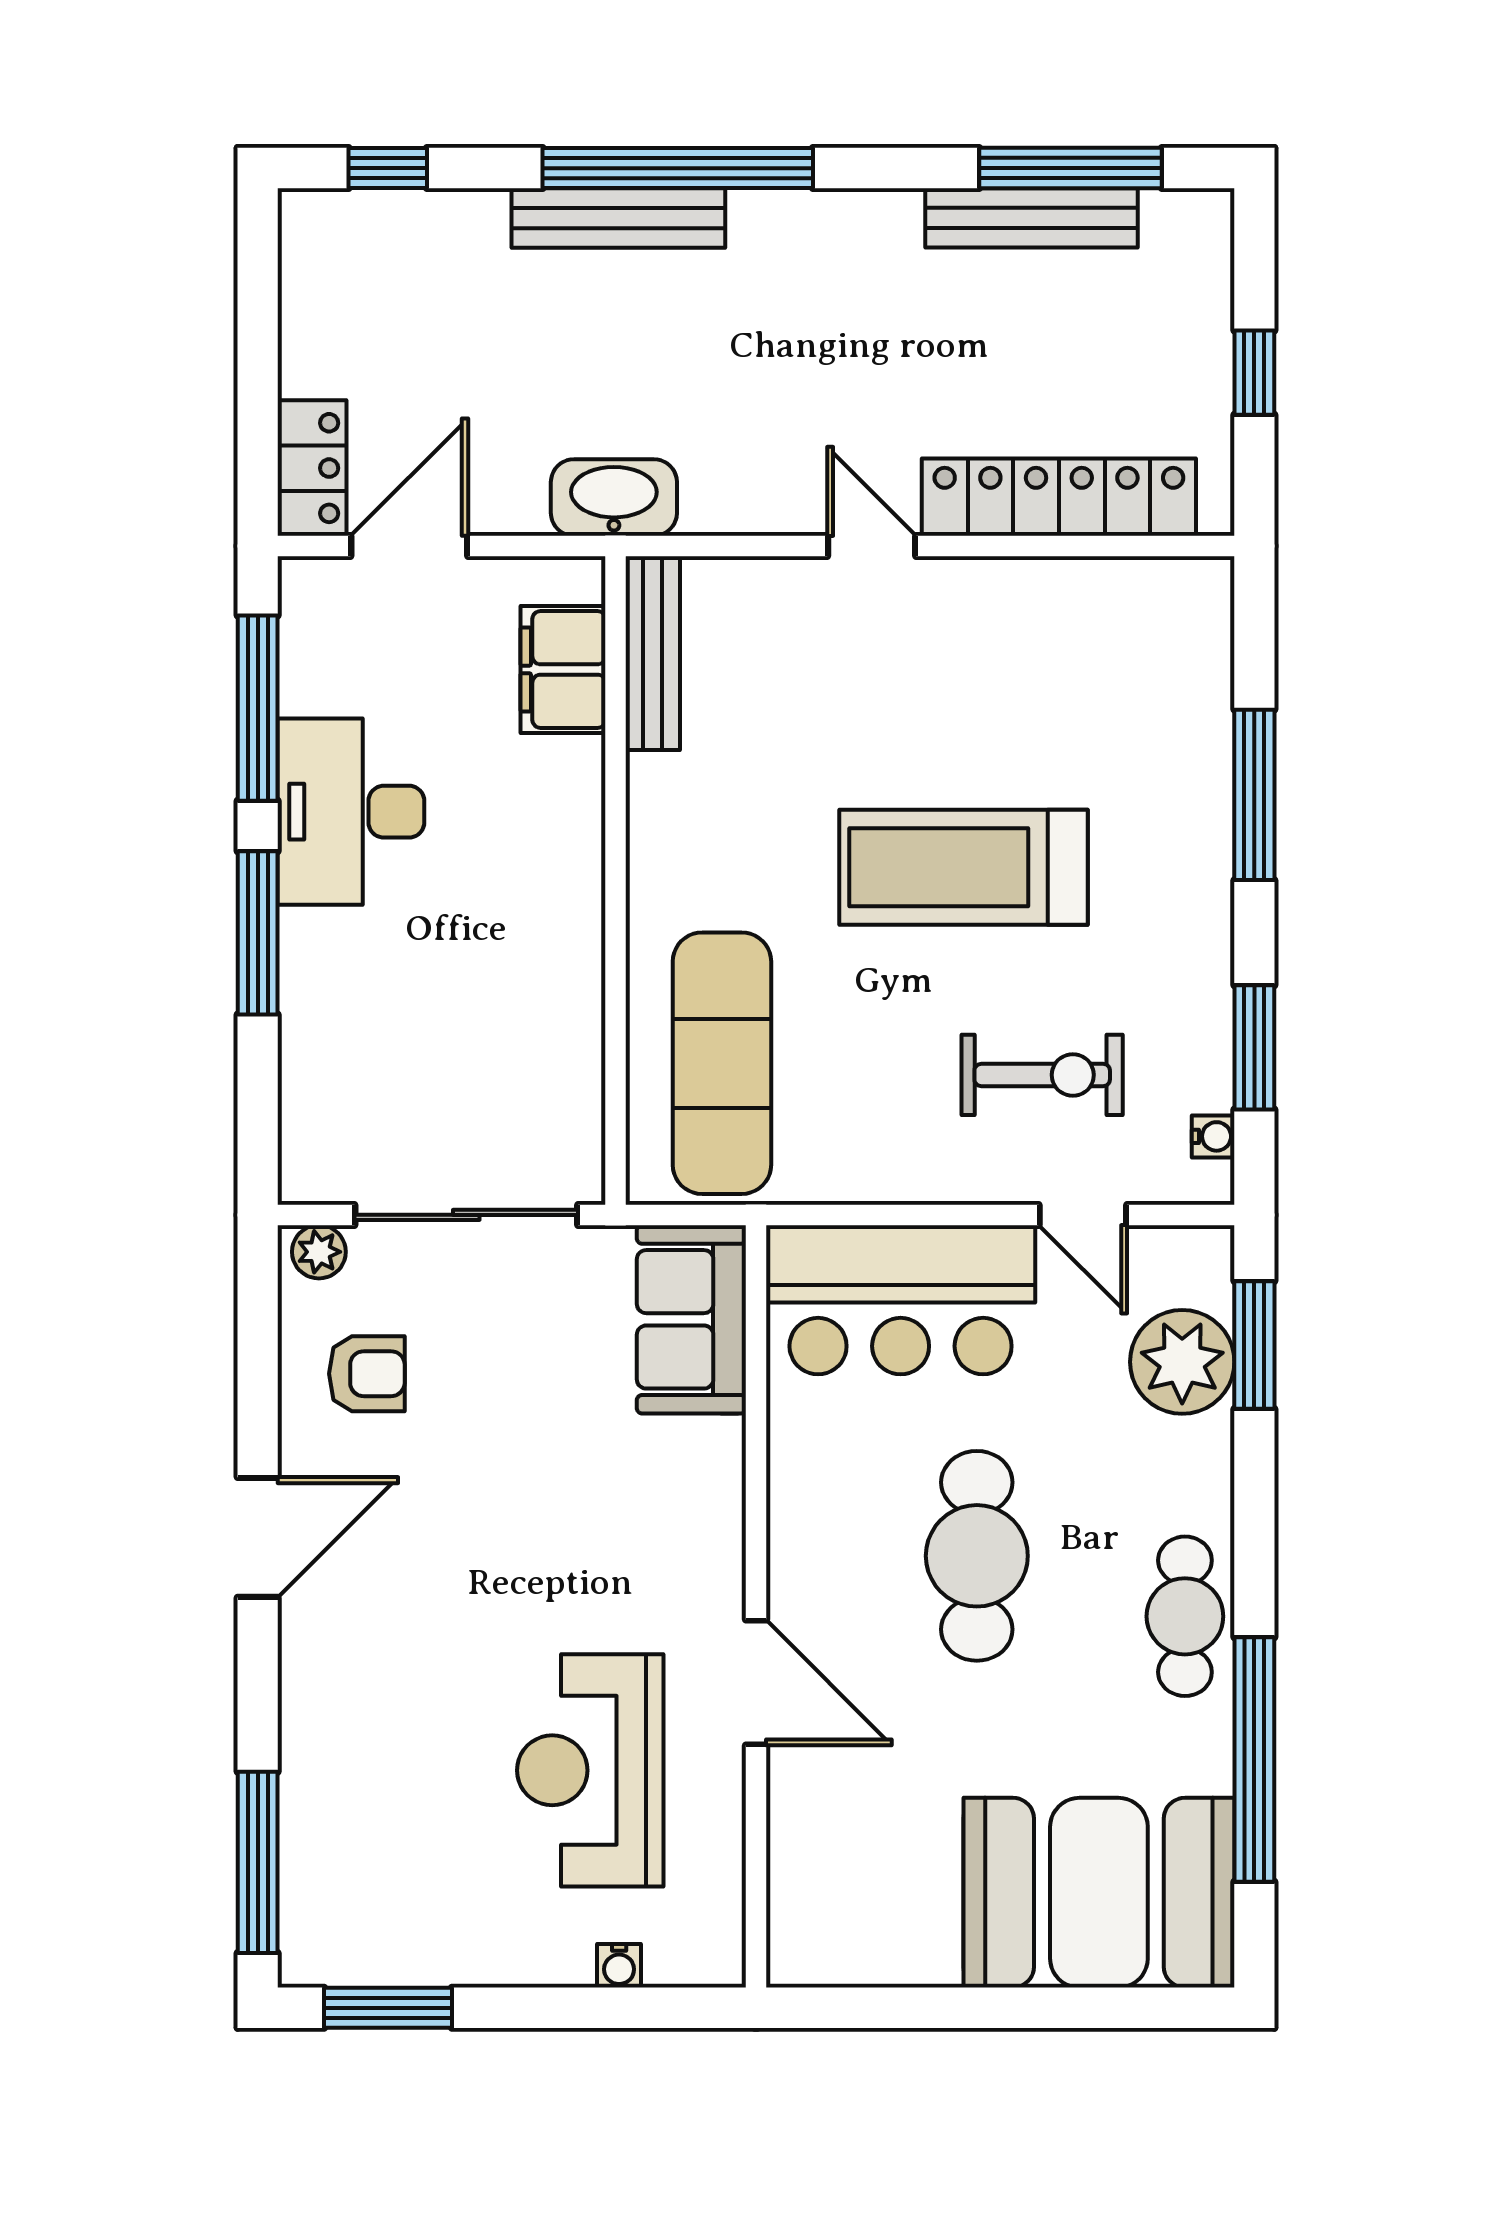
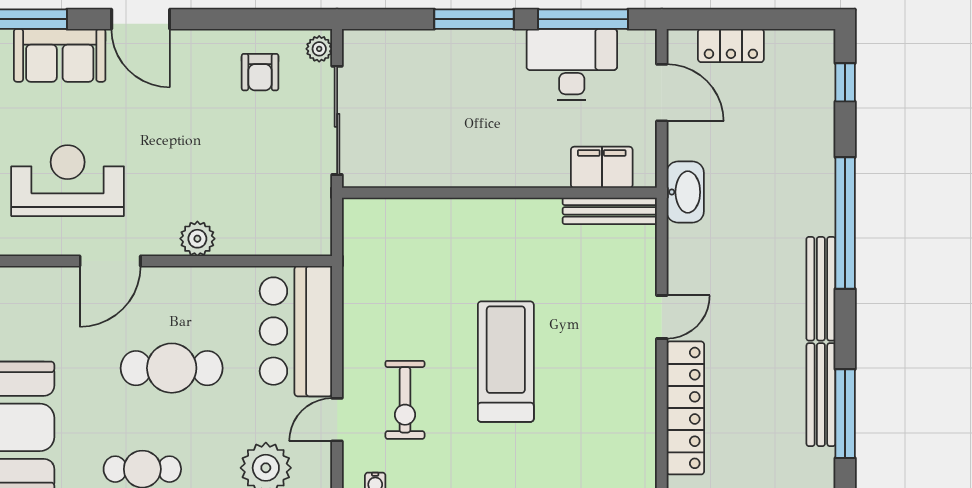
bench: (618, 218) -> (821, 289), moved
locker: (312, 468) -> (731, 46), moved
desk: (351, 812) -> (572, 64), moved
exercise mat: (722, 1063) -> (411, 244), removed
sofa: (691, 1319) -> (60, 55), moved, turned 180
plant: (710, 1503) -> (197, 239), added
door: (258, 1537) -> (141, 19), moved

